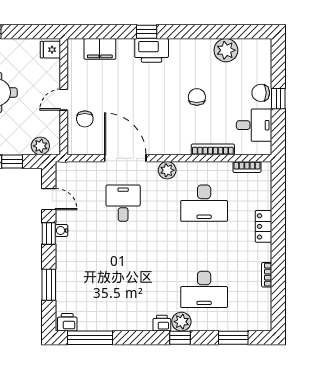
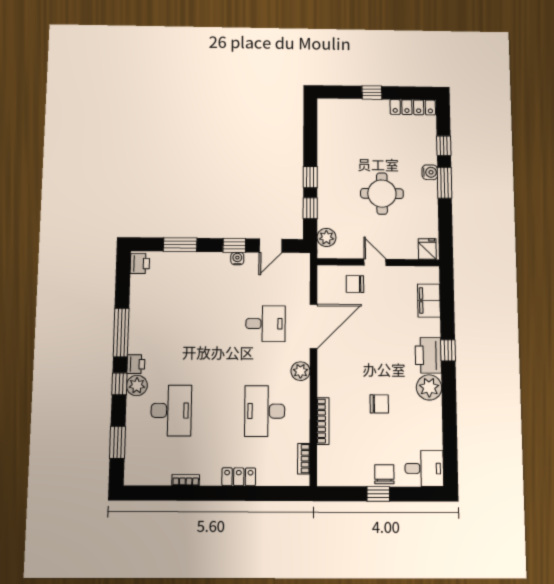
plant: (226, 50) -> (429, 387), moved
desk: (254, 125) -> (424, 468), moved, turned -90
desk: (204, 289) -> (171, 410), turned 180
window: (90, 338) -> (121, 332), moved

